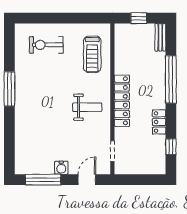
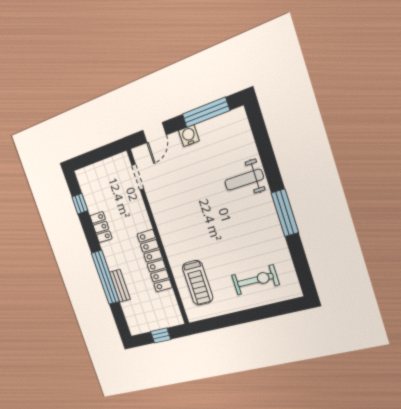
bench: (160, 37) -> (120, 286), moved
treadmill: (92, 54) -> (198, 283), turned 180
locker: (122, 101) -> (155, 261), moved
weight bench: (87, 107) -> (244, 180), moved

